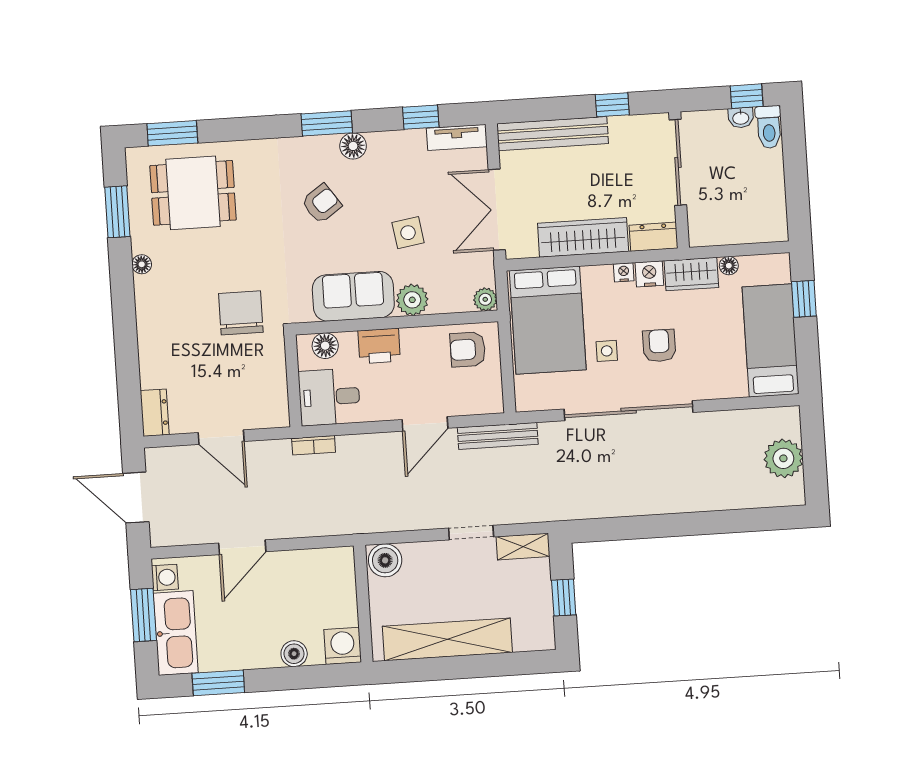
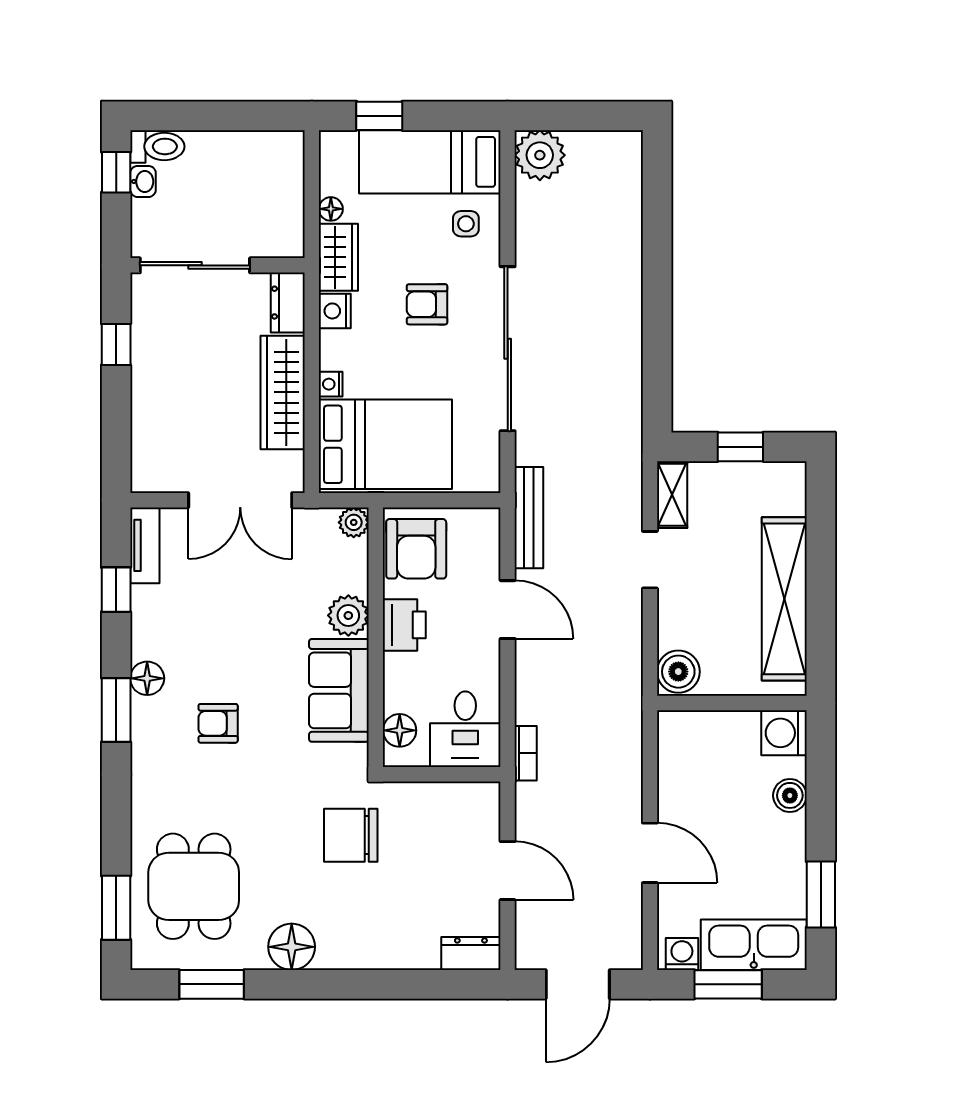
bench: (553, 134) -> (148, 423), removed
armchair: (322, 204) -> (218, 723), turned -55
side table: (408, 233) -> (262, 615), removed
floor lamp: (142, 264) -> (292, 947), width x1.89, depth x1.89
nightstand: (624, 272) -> (331, 384), moved
printer: (379, 346) -> (404, 625), moved
armchair: (468, 349) -> (416, 549), width x1.38, depth x1.38
side table: (607, 351) -> (466, 224), moved
door: (221, 437) -> (508, 871), hinge flipped
plant: (783, 458) -> (540, 155), moved

